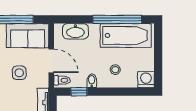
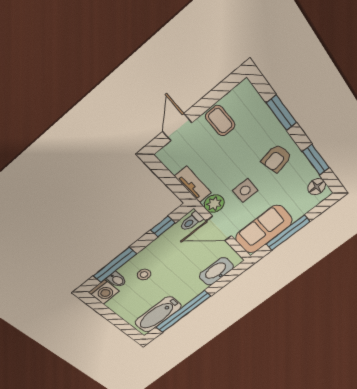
bathtub: (126, 35) -> (158, 314), width x0.73, depth x0.73
plant: (41, 80) -> (214, 204), added
bidet: (92, 81) -> (117, 280), moved
window: (124, 92) -> (115, 265), added

